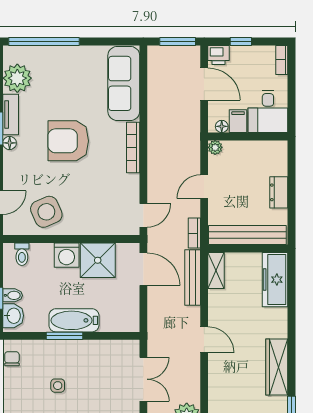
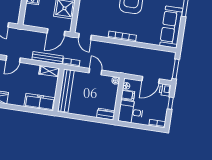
sofa: (124, 83) -> (171, 27), moved, turned -90
dresser: (279, 192) -> (106, 114), moved

